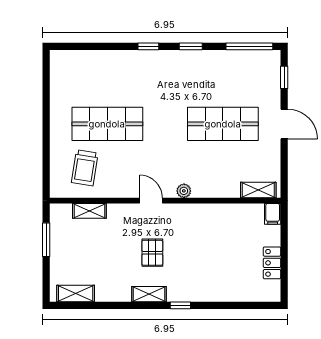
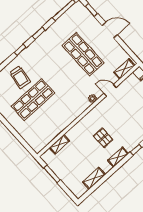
shop shelf: (223, 124) -> (83, 54), turned 90
trolley: (85, 168) -> (20, 77), moved
door: (151, 201) -> (110, 90), moved
shelving: (76, 294) -> (94, 178), moved

